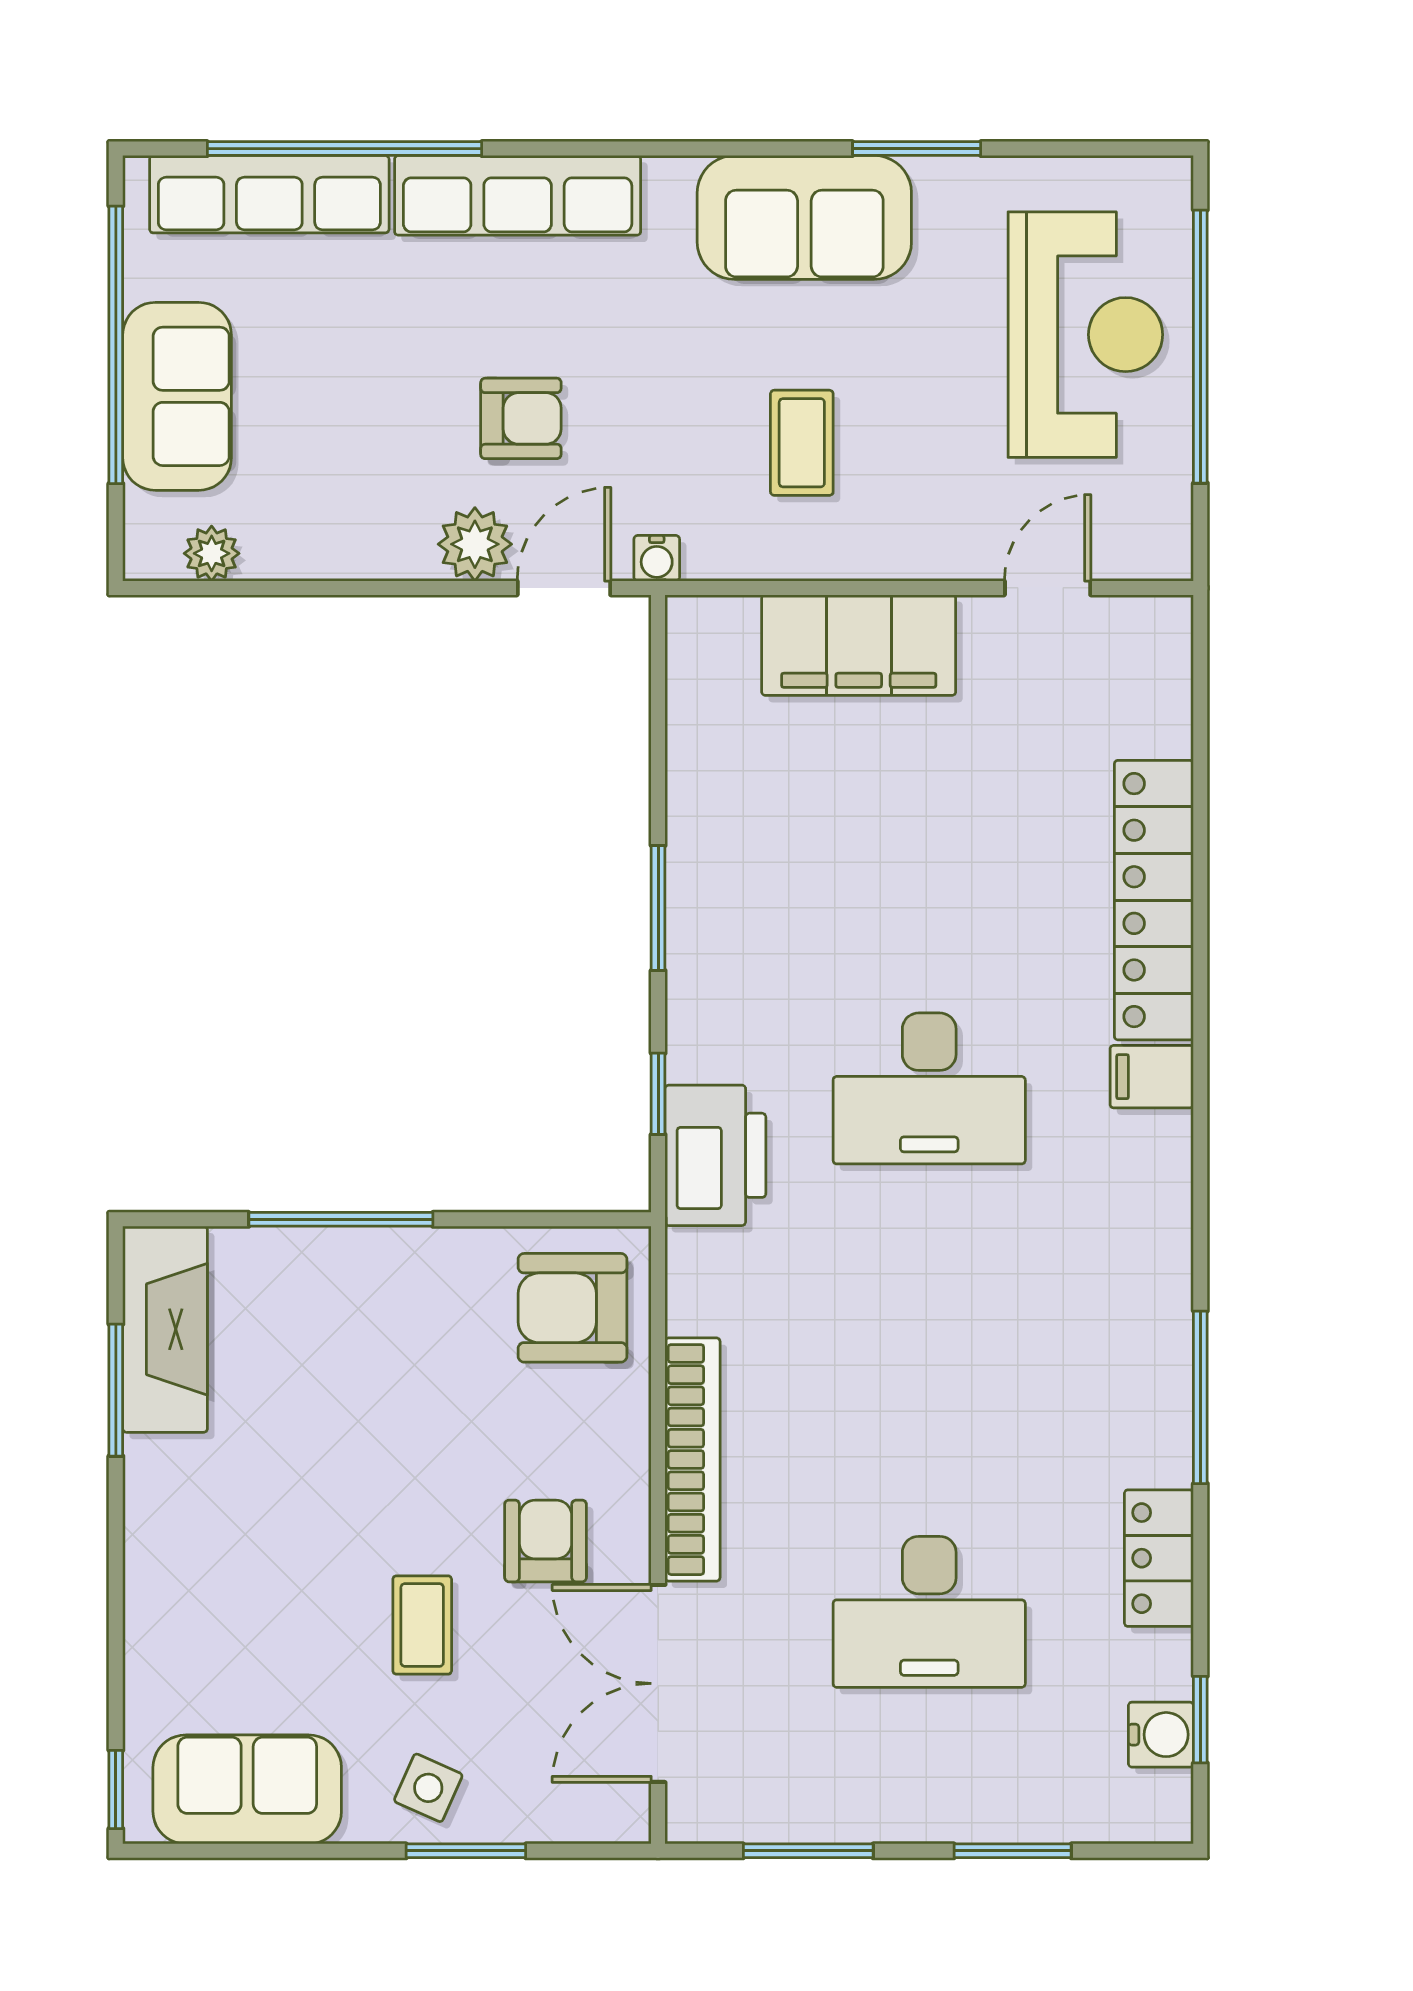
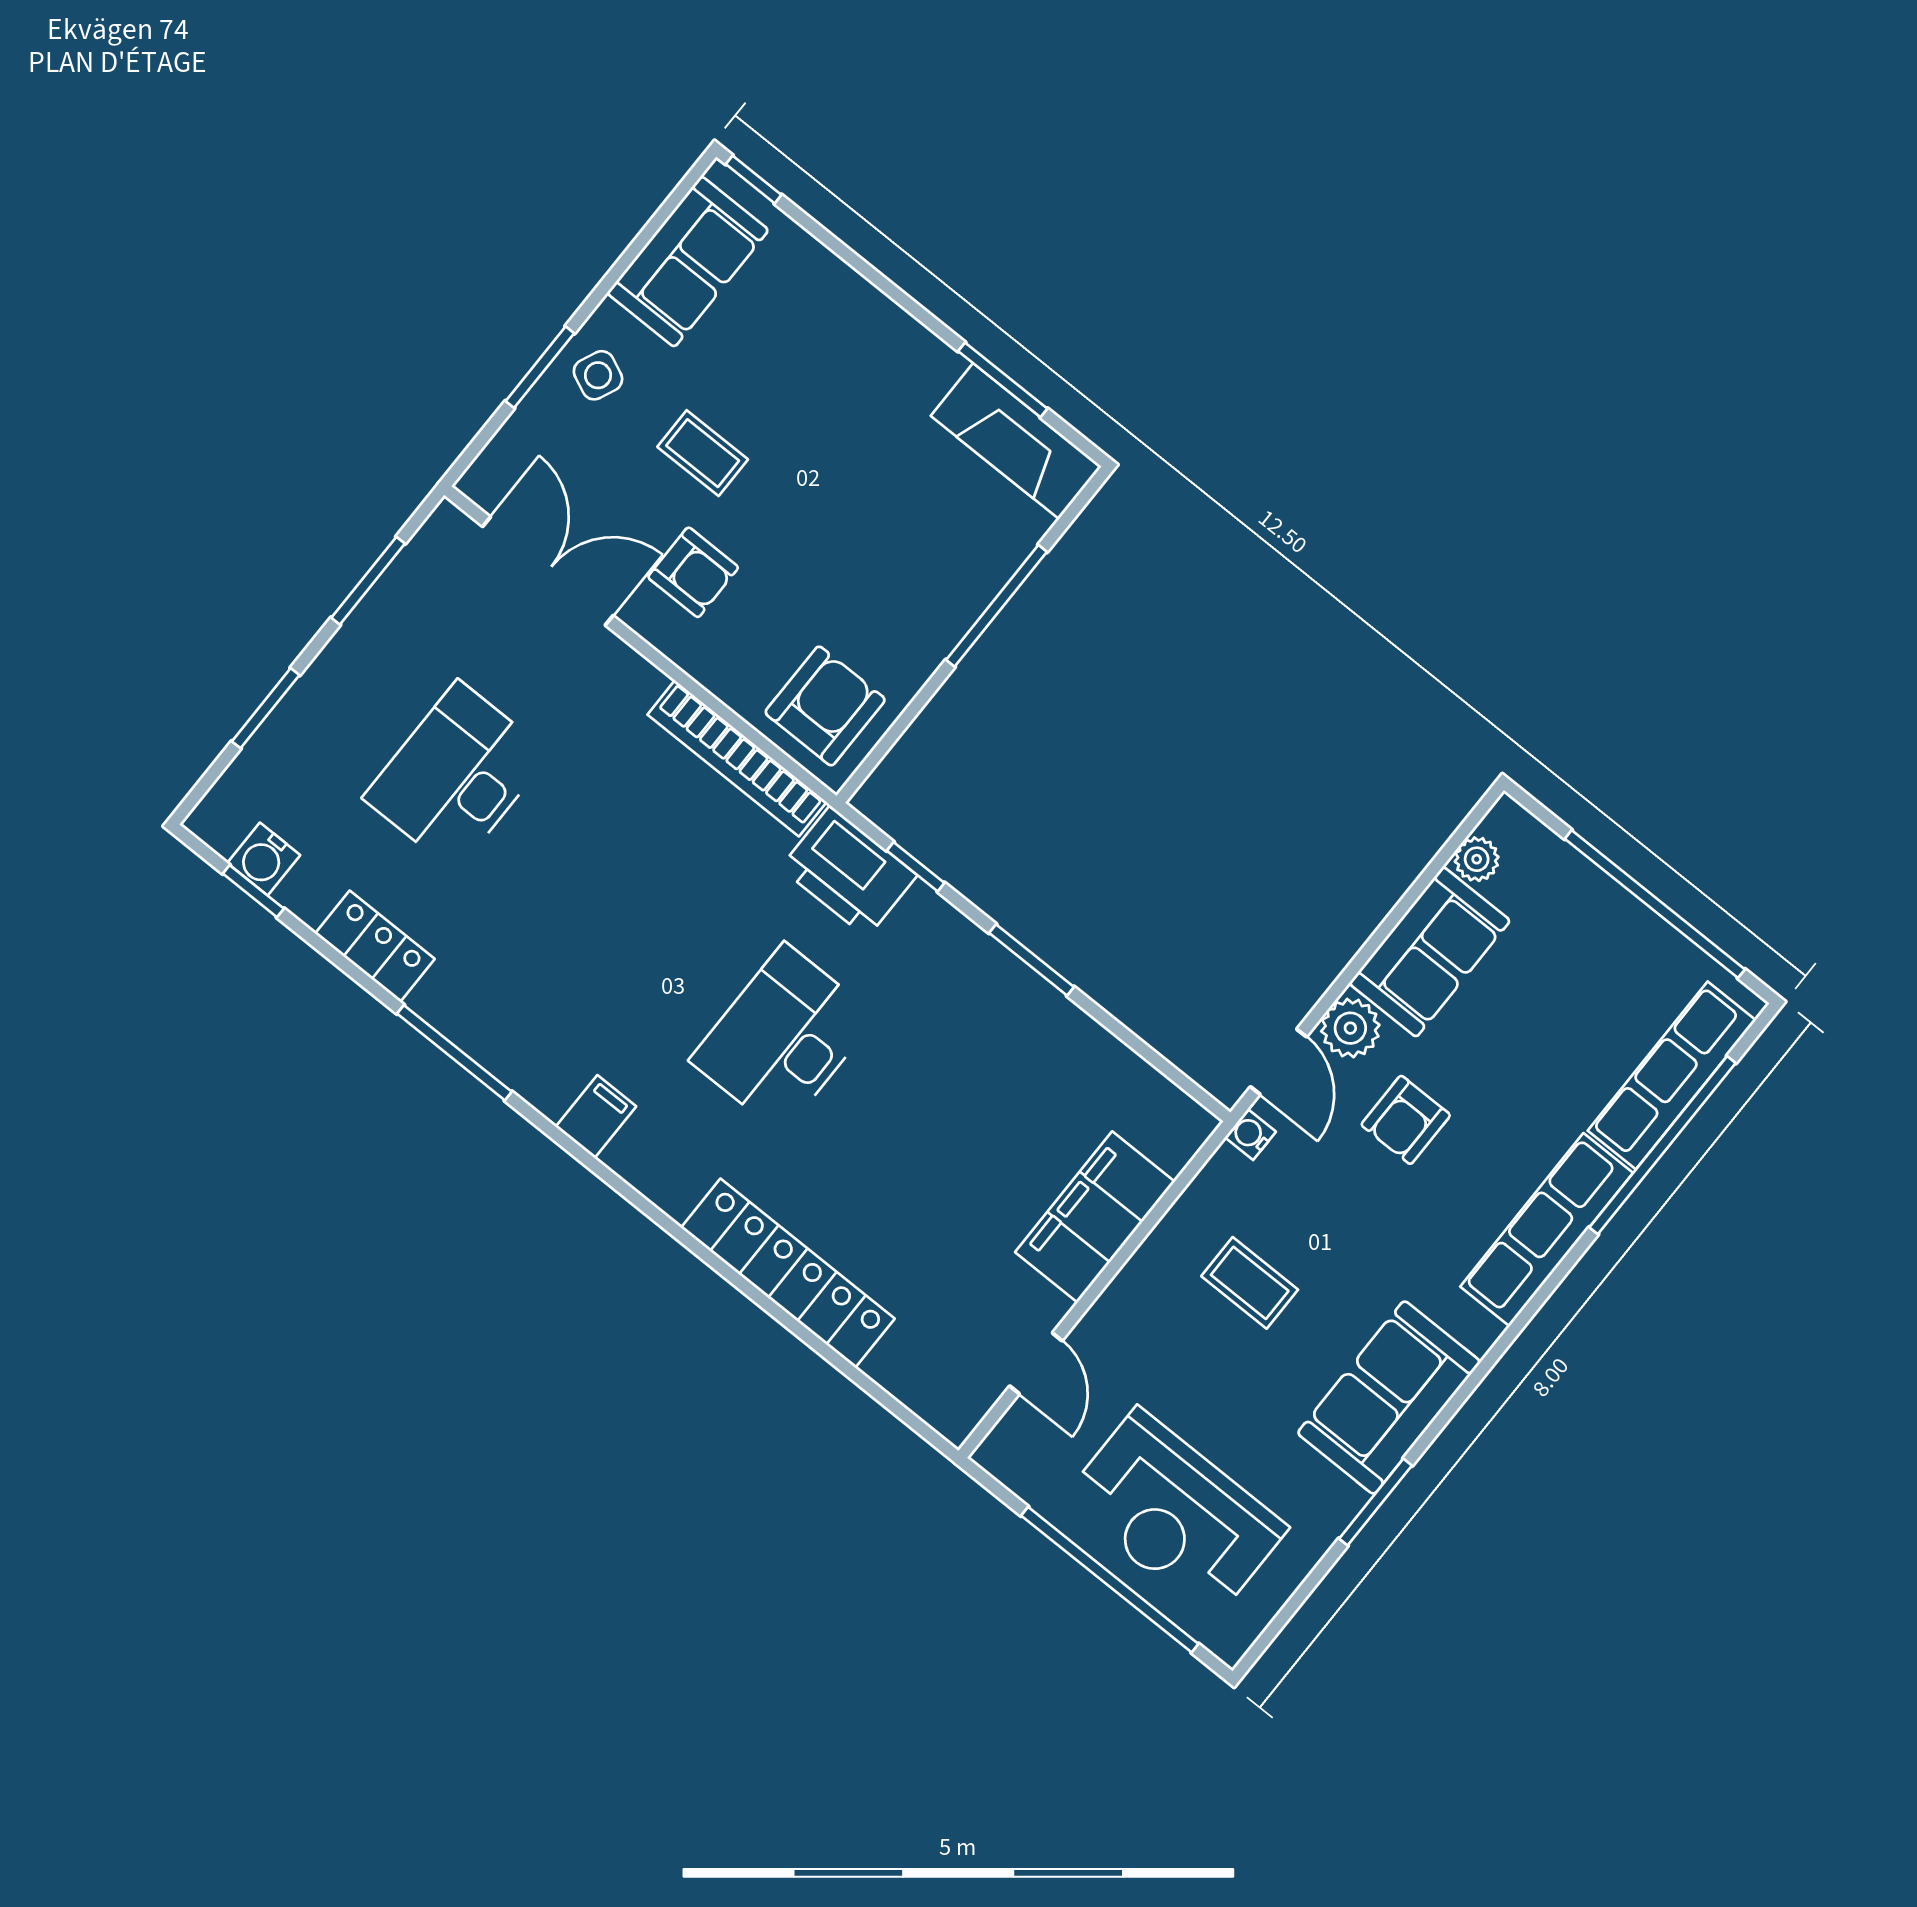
sofa: (177, 396) -> (1430, 952), moved, turned -90
filing cabinet: (1152, 1077) -> (596, 1117), moved
bookcase: (693, 1460) -> (737, 758), moved

